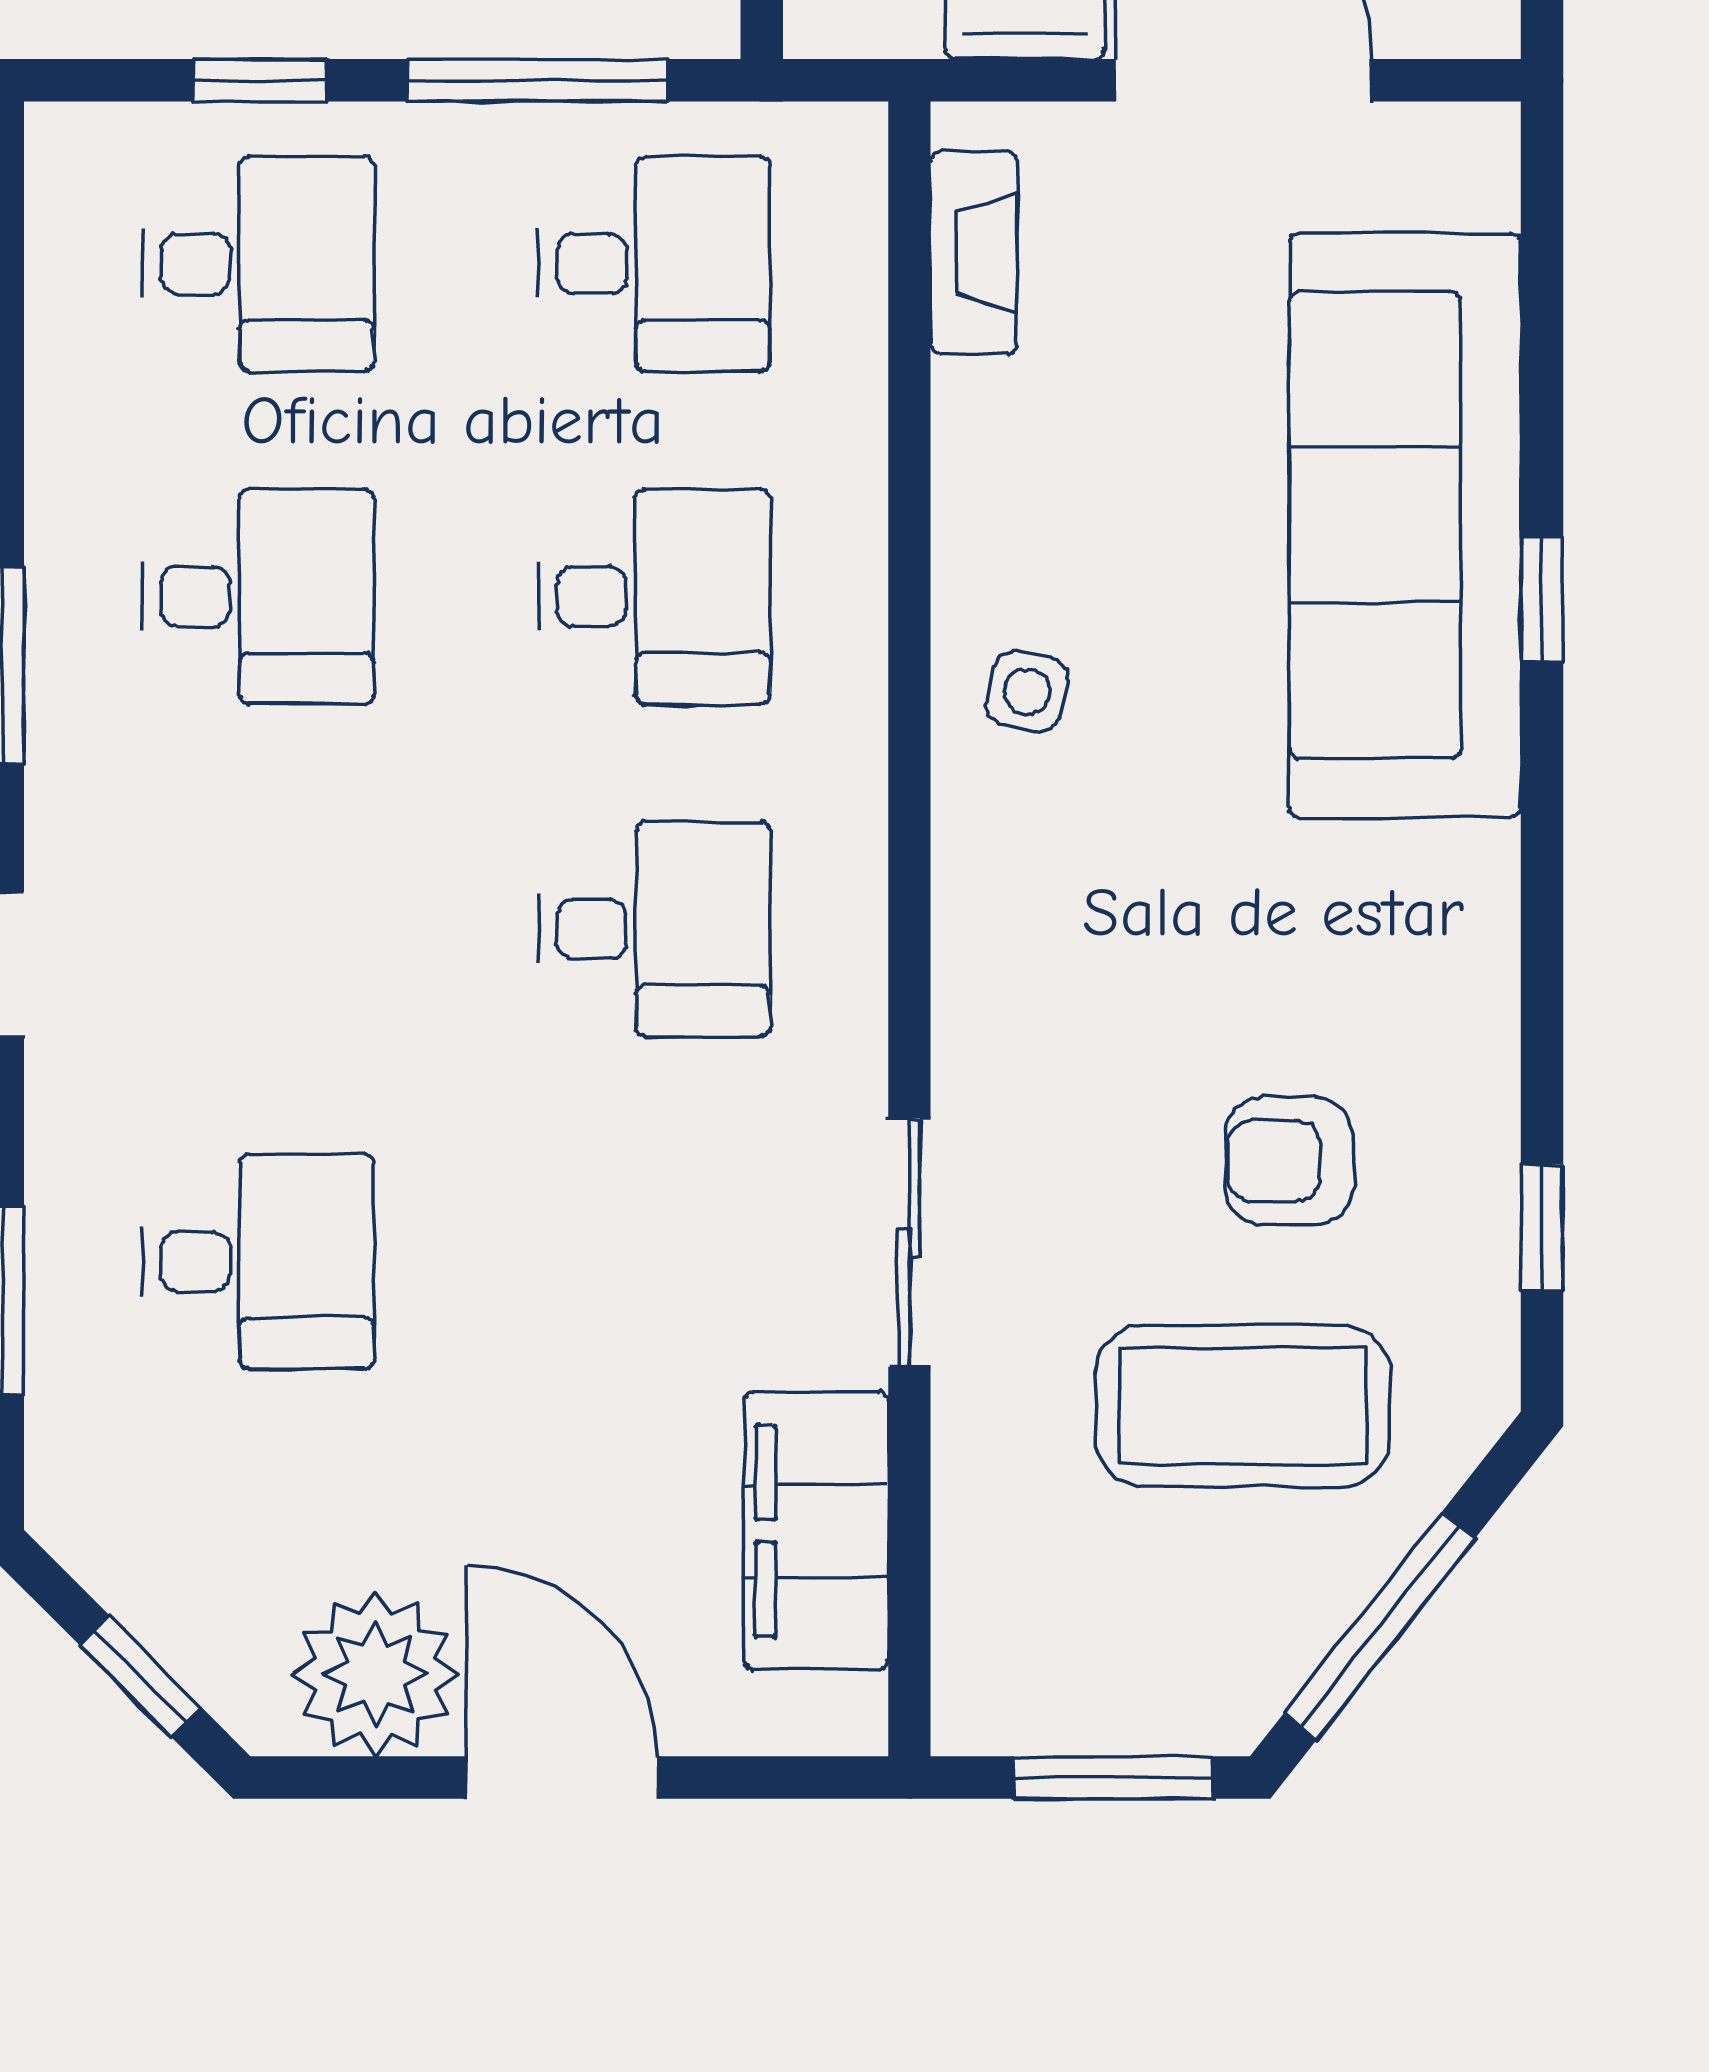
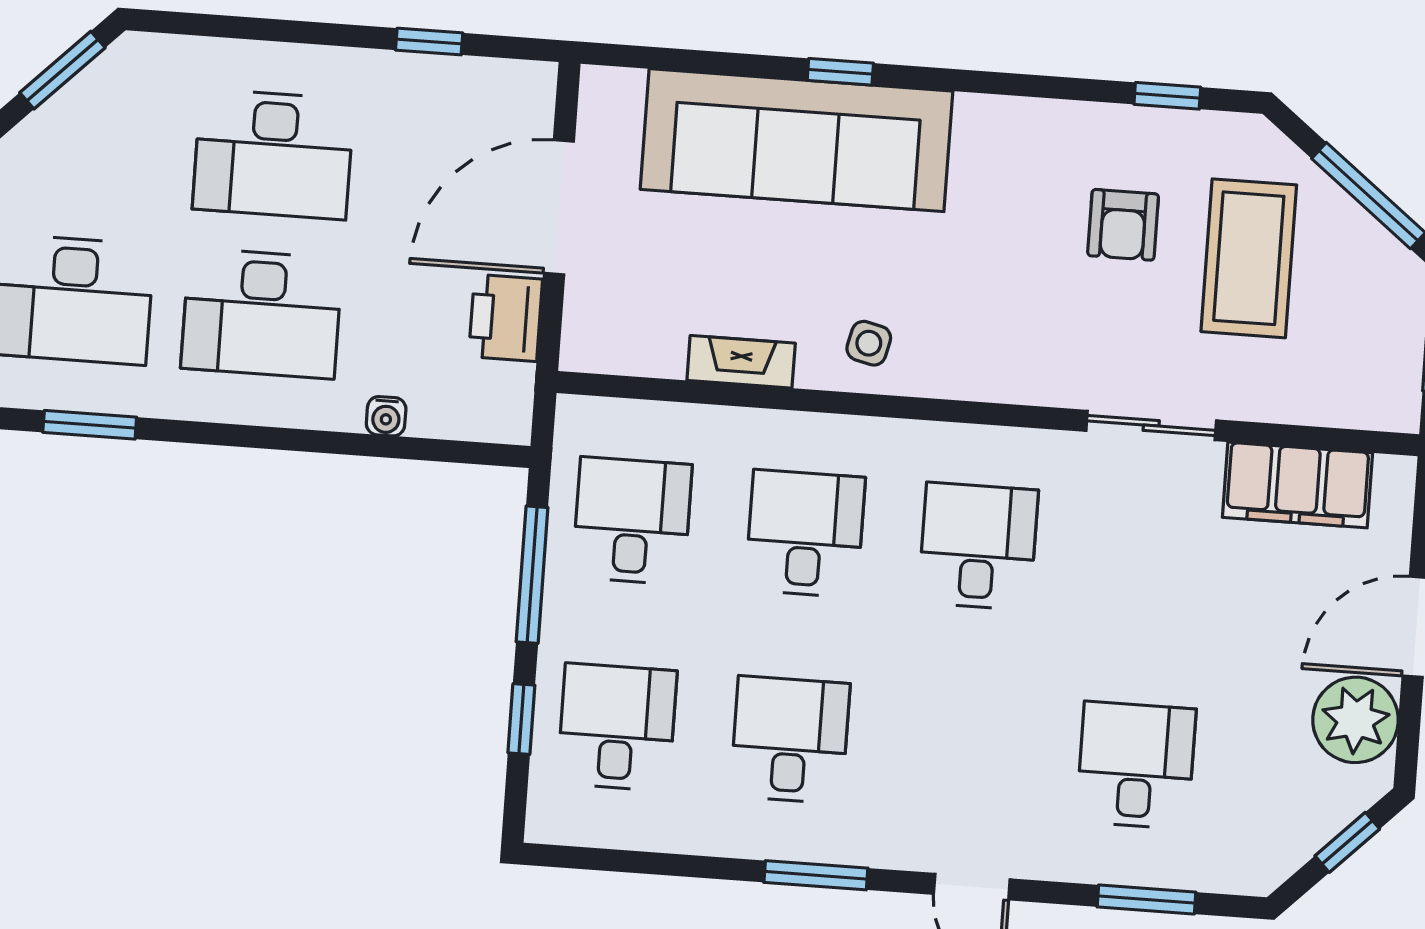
fireplace: (974, 253) -> (741, 362), moved

